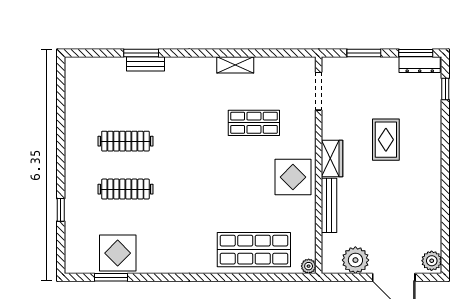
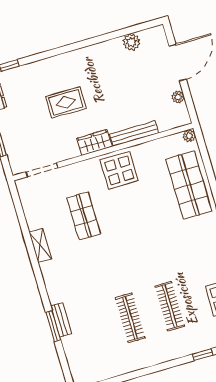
plant: (355, 260) -> (178, 97), width x0.53, depth x0.53
plant: (432, 261) -> (131, 42), moved

